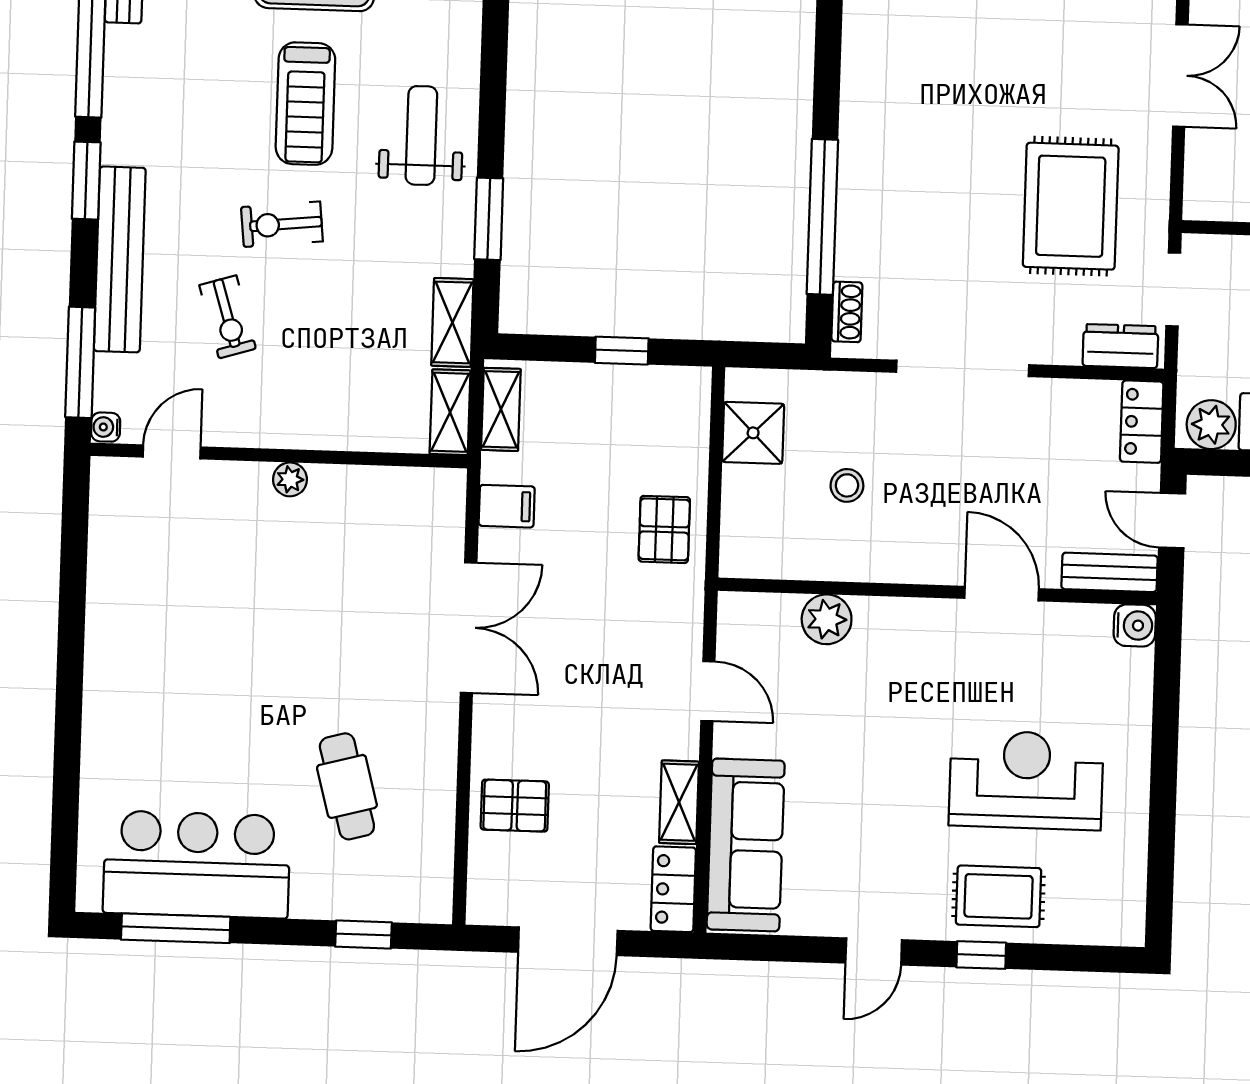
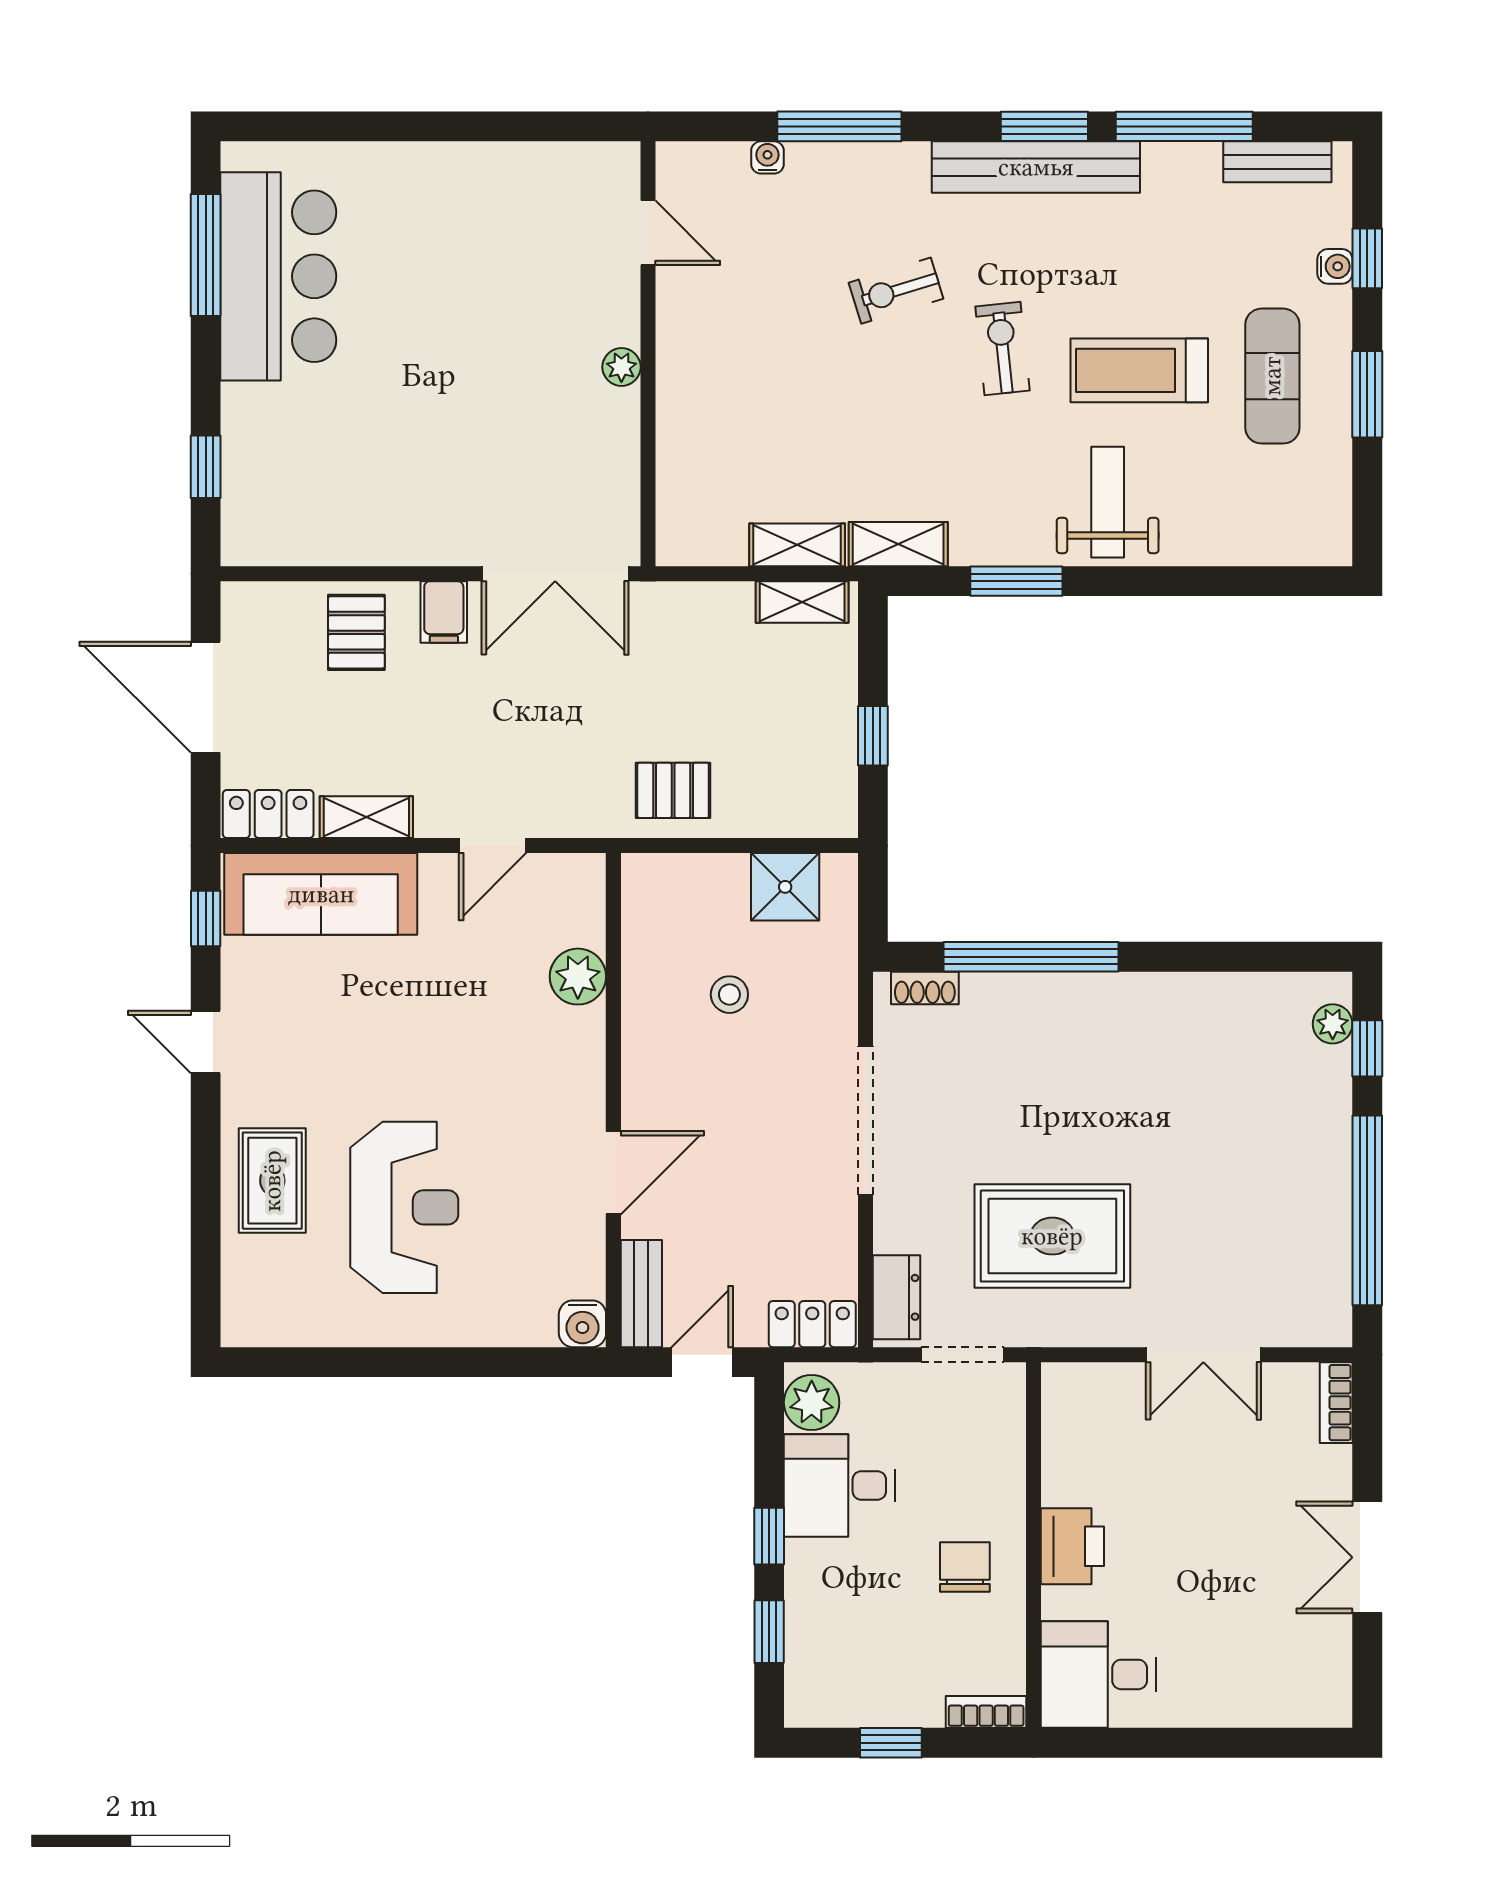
weight bench: (421, 135) -> (1108, 502), turned -90
bench: (120, 259) -> (1036, 167), moved
door: (172, 452) -> (648, 233), moved
wall: (279, 456) -> (648, 354), moved
plant: (290, 479) -> (621, 367), moved
filing cabinet: (507, 506) -> (444, 612), moved
cafe table: (347, 786) -> (372, 443), removed
window: (981, 955) -> (206, 919), moved

